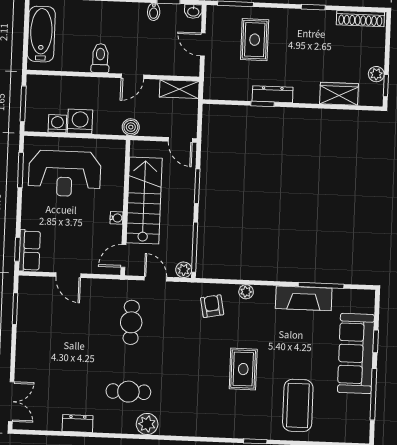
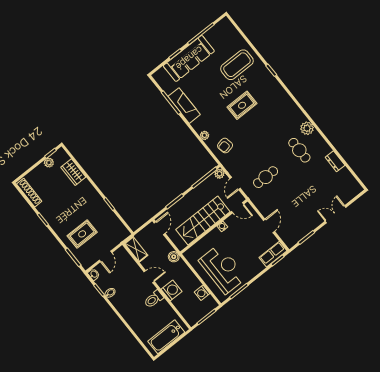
dresser: (273, 94) -> (101, 203), removed
washing machine: (80, 121) -> (172, 290), moved, turned 180
double door: (11, 402) -> (336, 214), moved

